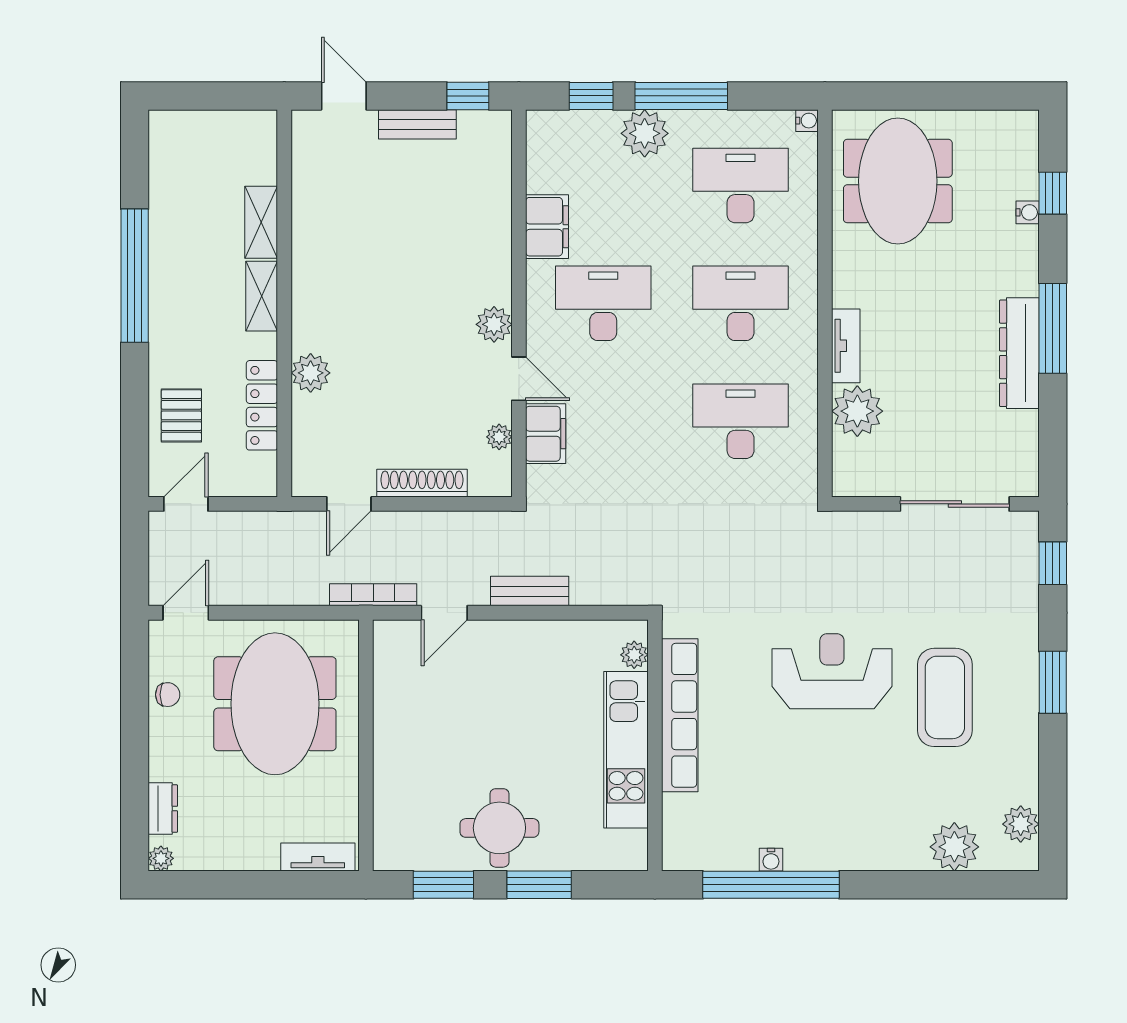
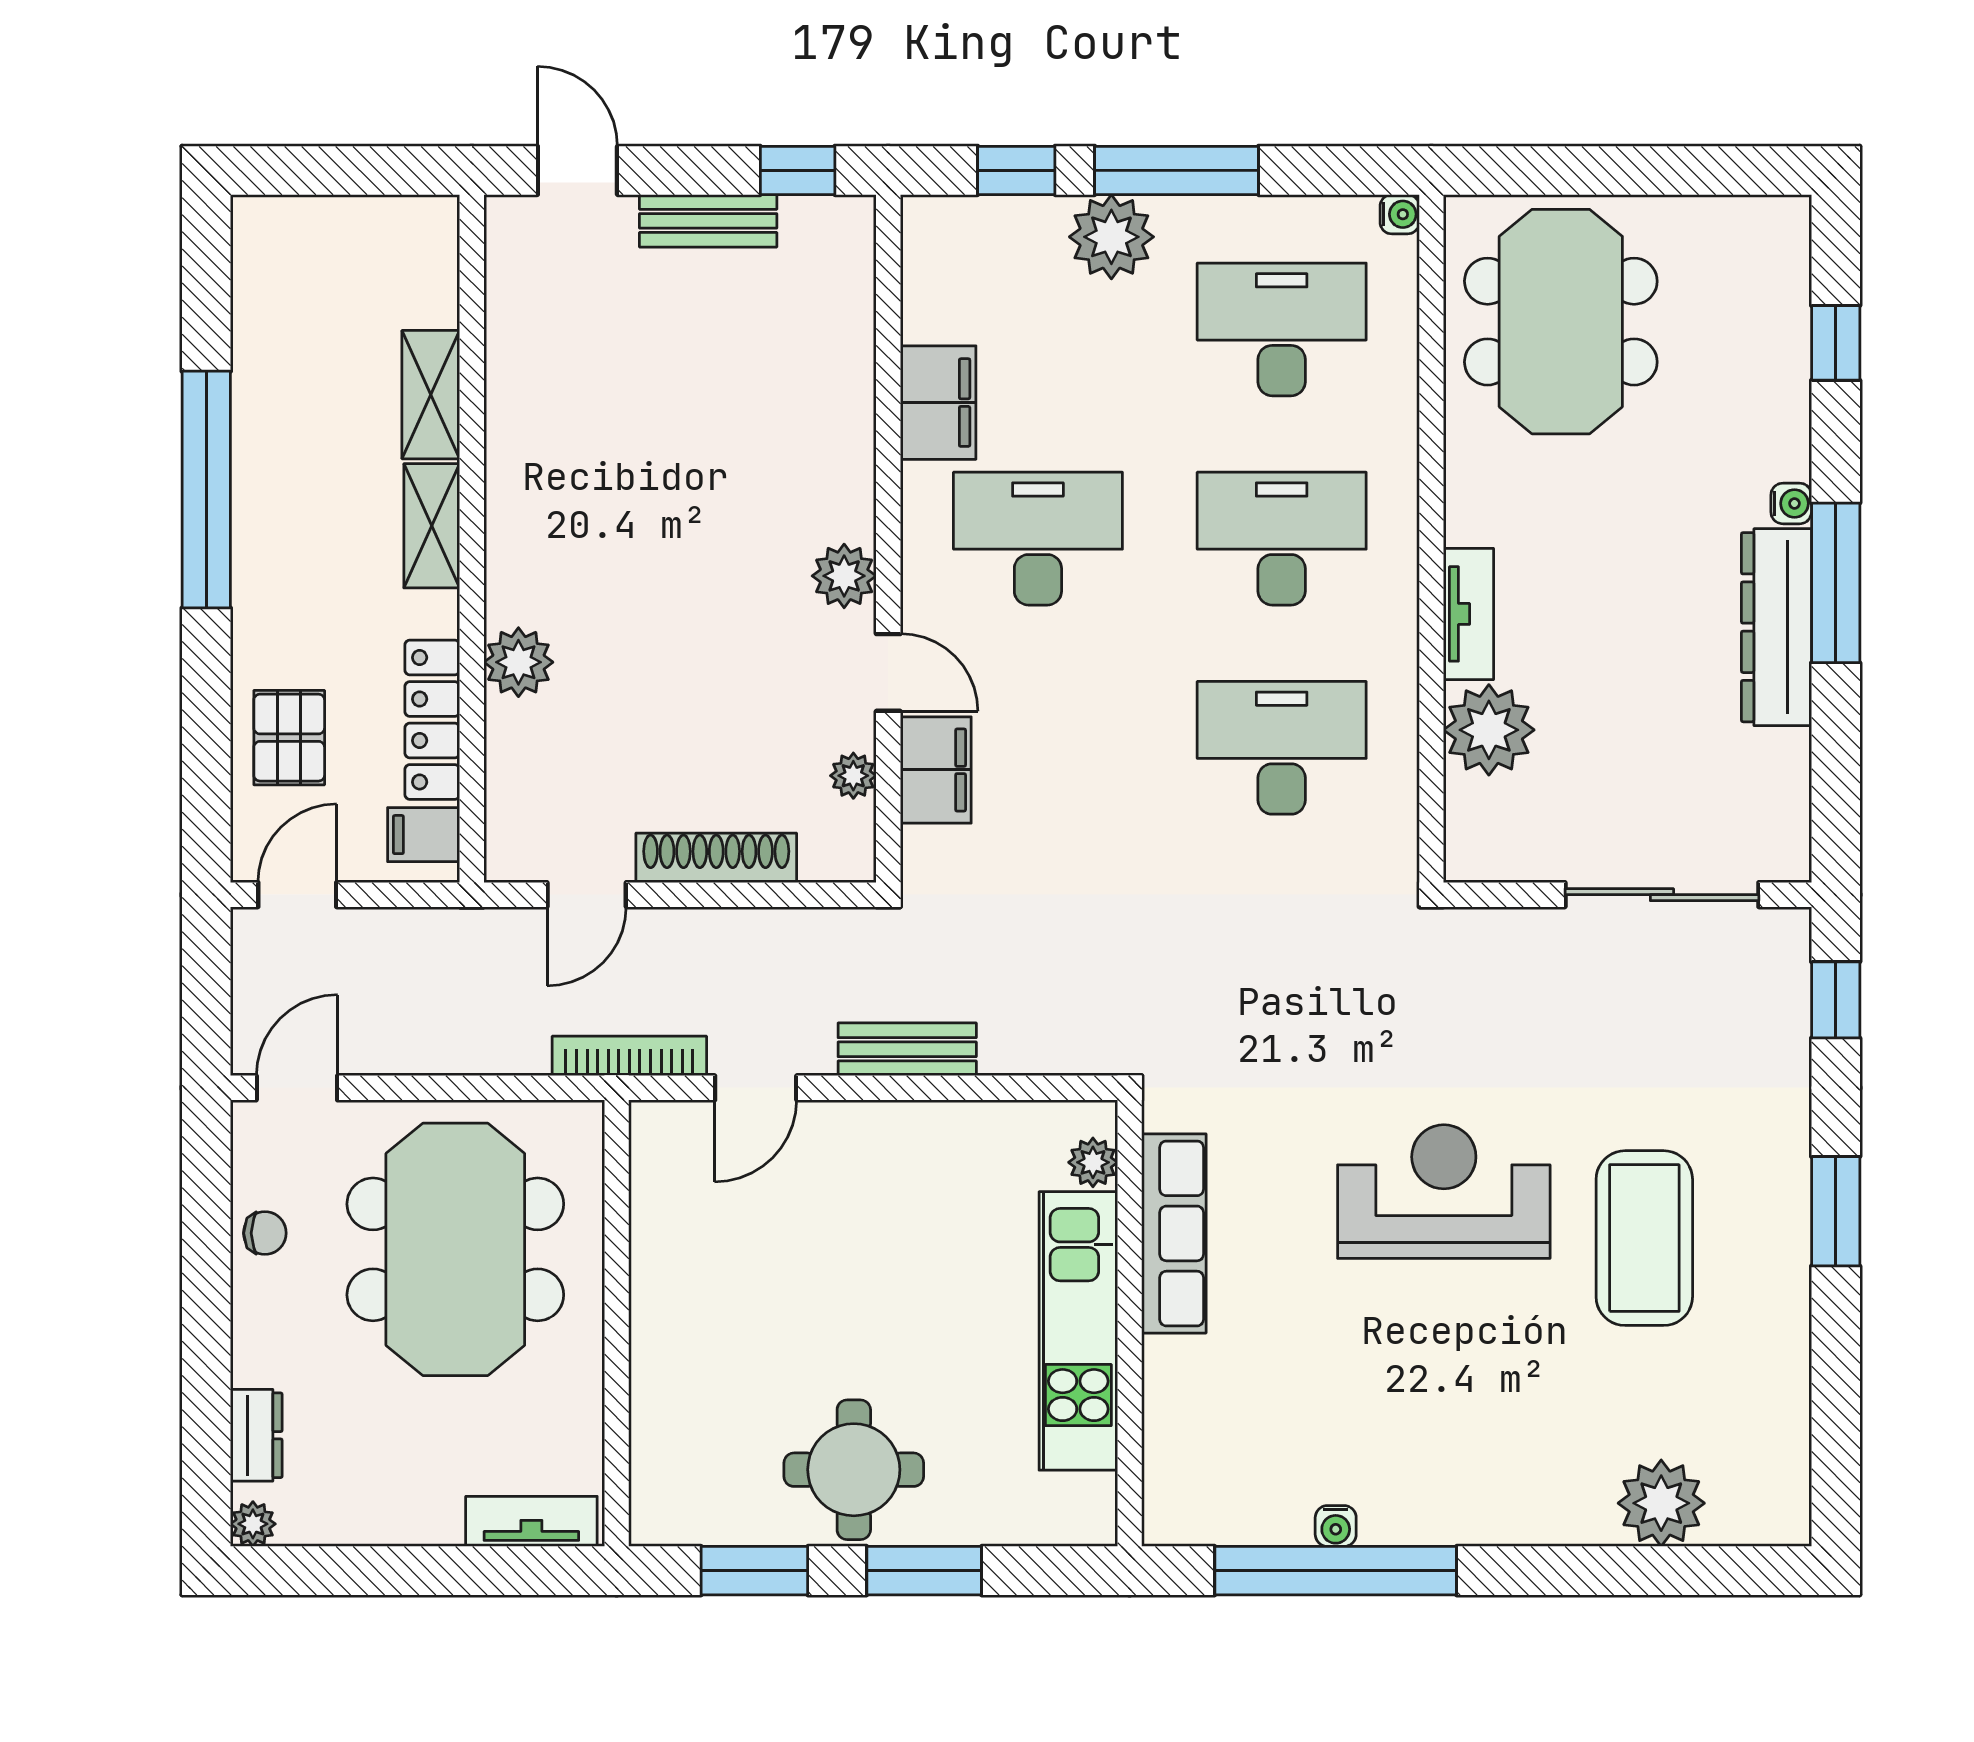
water cooler: (1028, 212) -> (1791, 503), moved
filing cabinet: (257, 470) -> (424, 835), added
row of seats: (680, 715) -> (1174, 1233), width x0.73
plant: (1021, 824) -> (1779, 1463), removed

